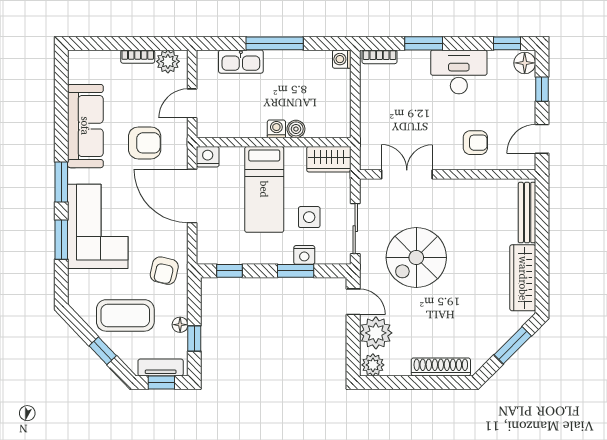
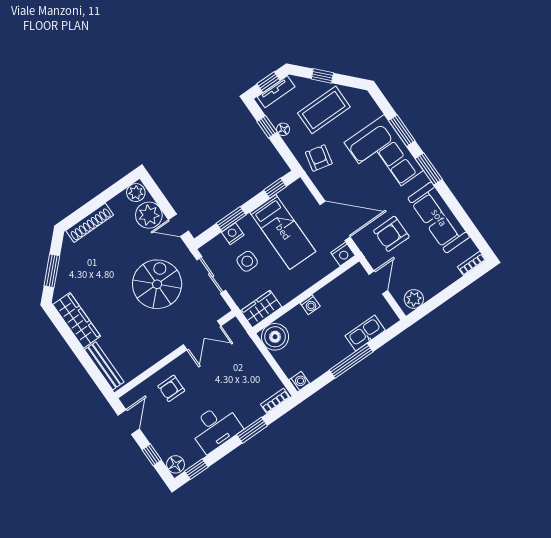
bookcase: (138, 57) -> (472, 263), moved
boiler: (296, 129) -> (275, 337), moved, width x1.86, depth x1.86
bed: (264, 189) -> (283, 232), moved, turned 180

